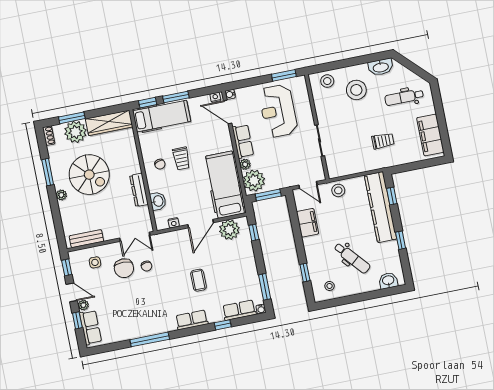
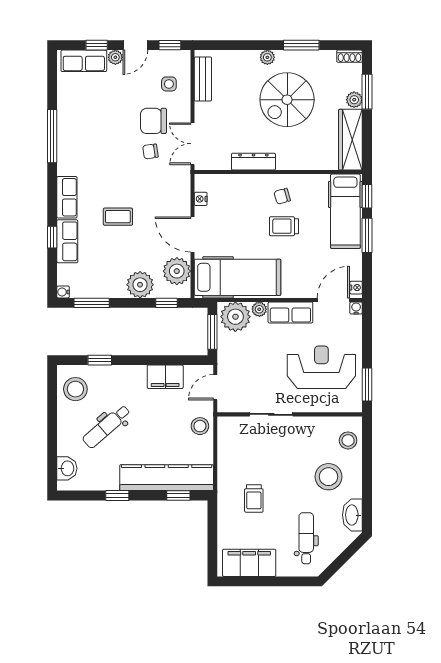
plant: (75, 132) -> (354, 100), width x0.53, depth x0.53
washbasin: (158, 201) -> (234, 184), removed
plant: (245, 254) -> (140, 285), added
stool: (330, 286) -> (75, 389), width x1.89, depth x1.89
row of seats: (239, 310) -> (67, 241), moved

